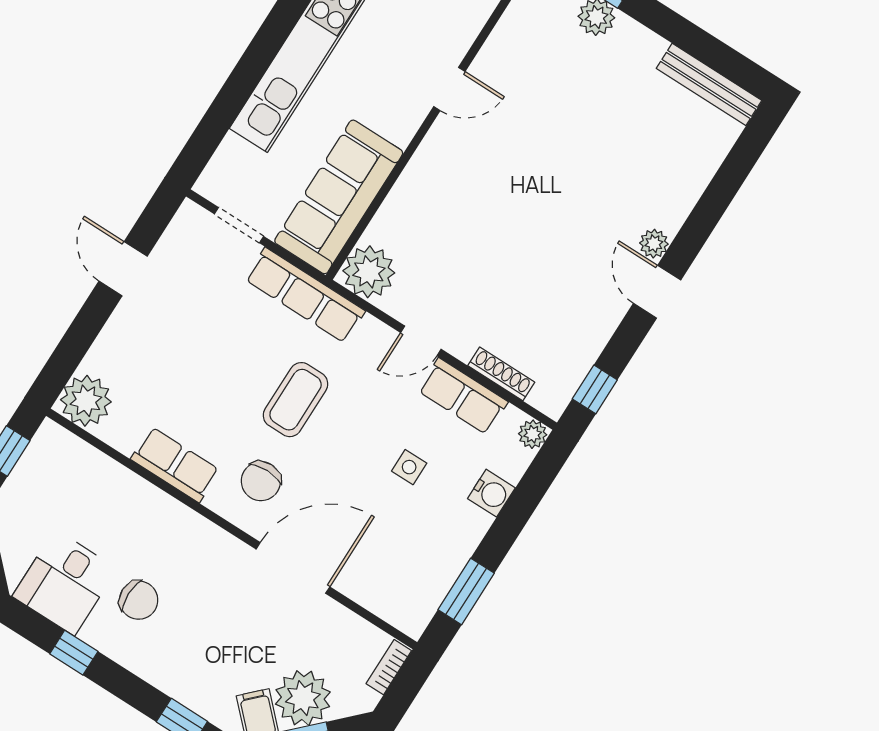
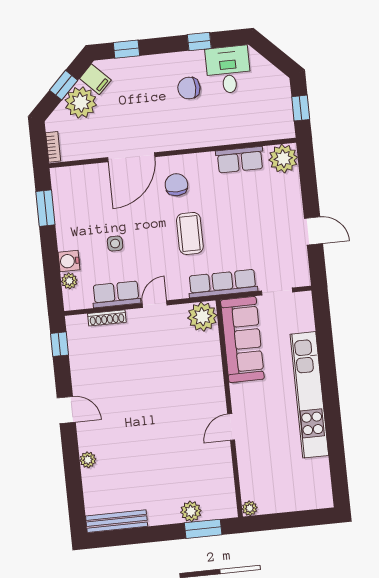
plant: (654, 244) -> (88, 460), moved
plant: (533, 434) -> (69, 281), moved
row of seats: (175, 465) -> (240, 160), moved

